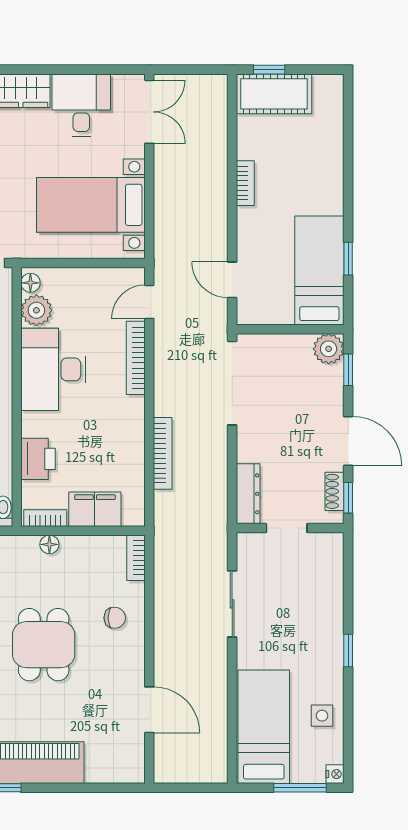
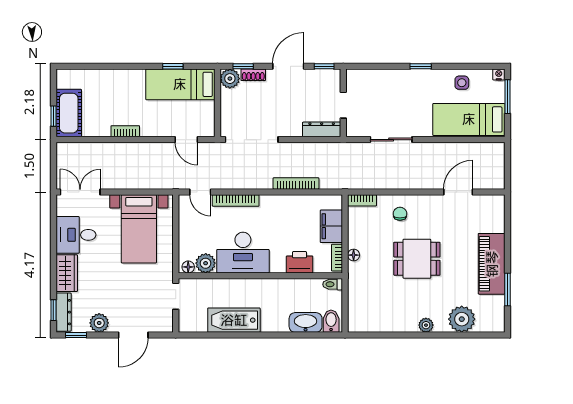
door: (232, 280) -> (186, 140), hinge flipped
shoe rack: (335, 491) -> (253, 75), moved

